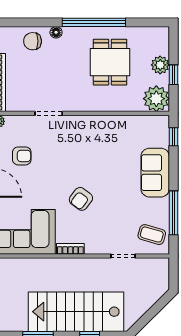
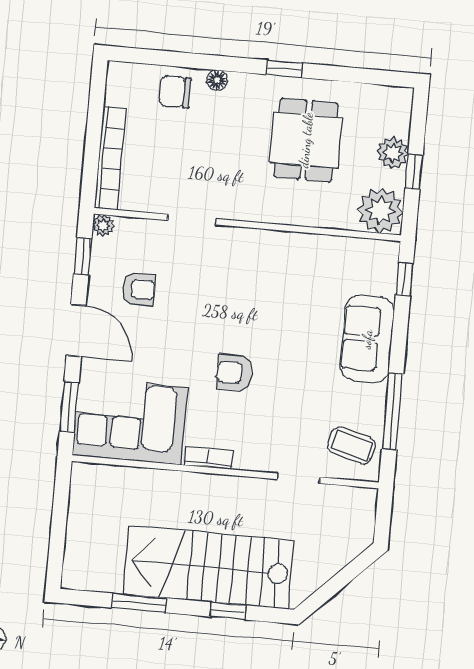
window: (94, 22) -> (284, 69), width x0.32
armchair: (81, 199) -> (234, 373), turned 53

